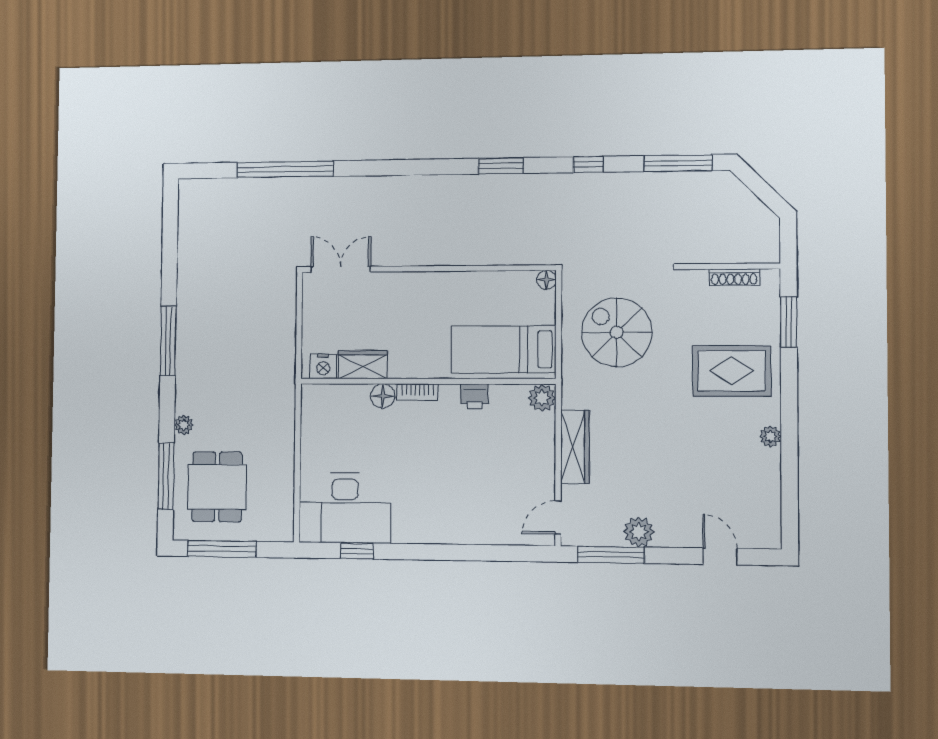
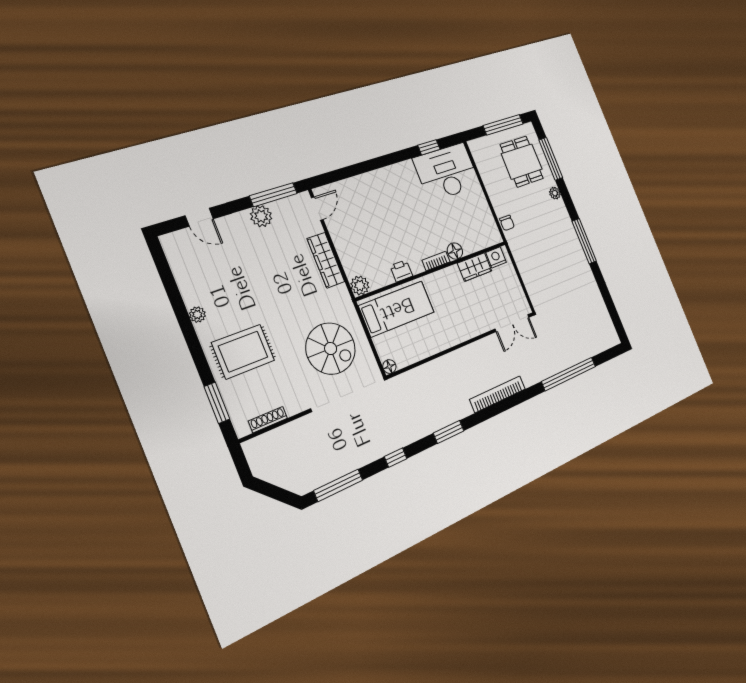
bookcase: (407, 185) -> (498, 394), added
chair: (283, 408) -> (507, 223), added

